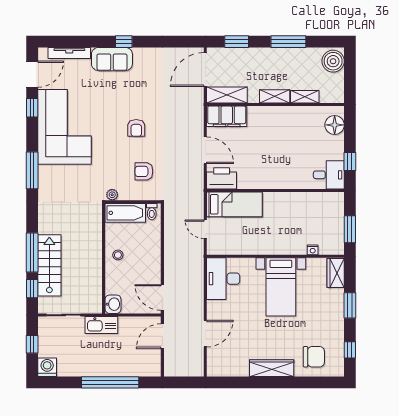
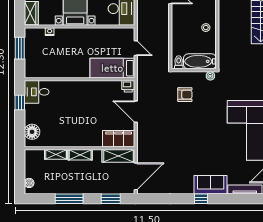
boiler: (333, 61) -> (29, 183), width x0.54, depth x0.54
armchair: (136, 128) -> (191, 129), removed
printer: (222, 178) -> (128, 86), width x0.53, depth x0.68

